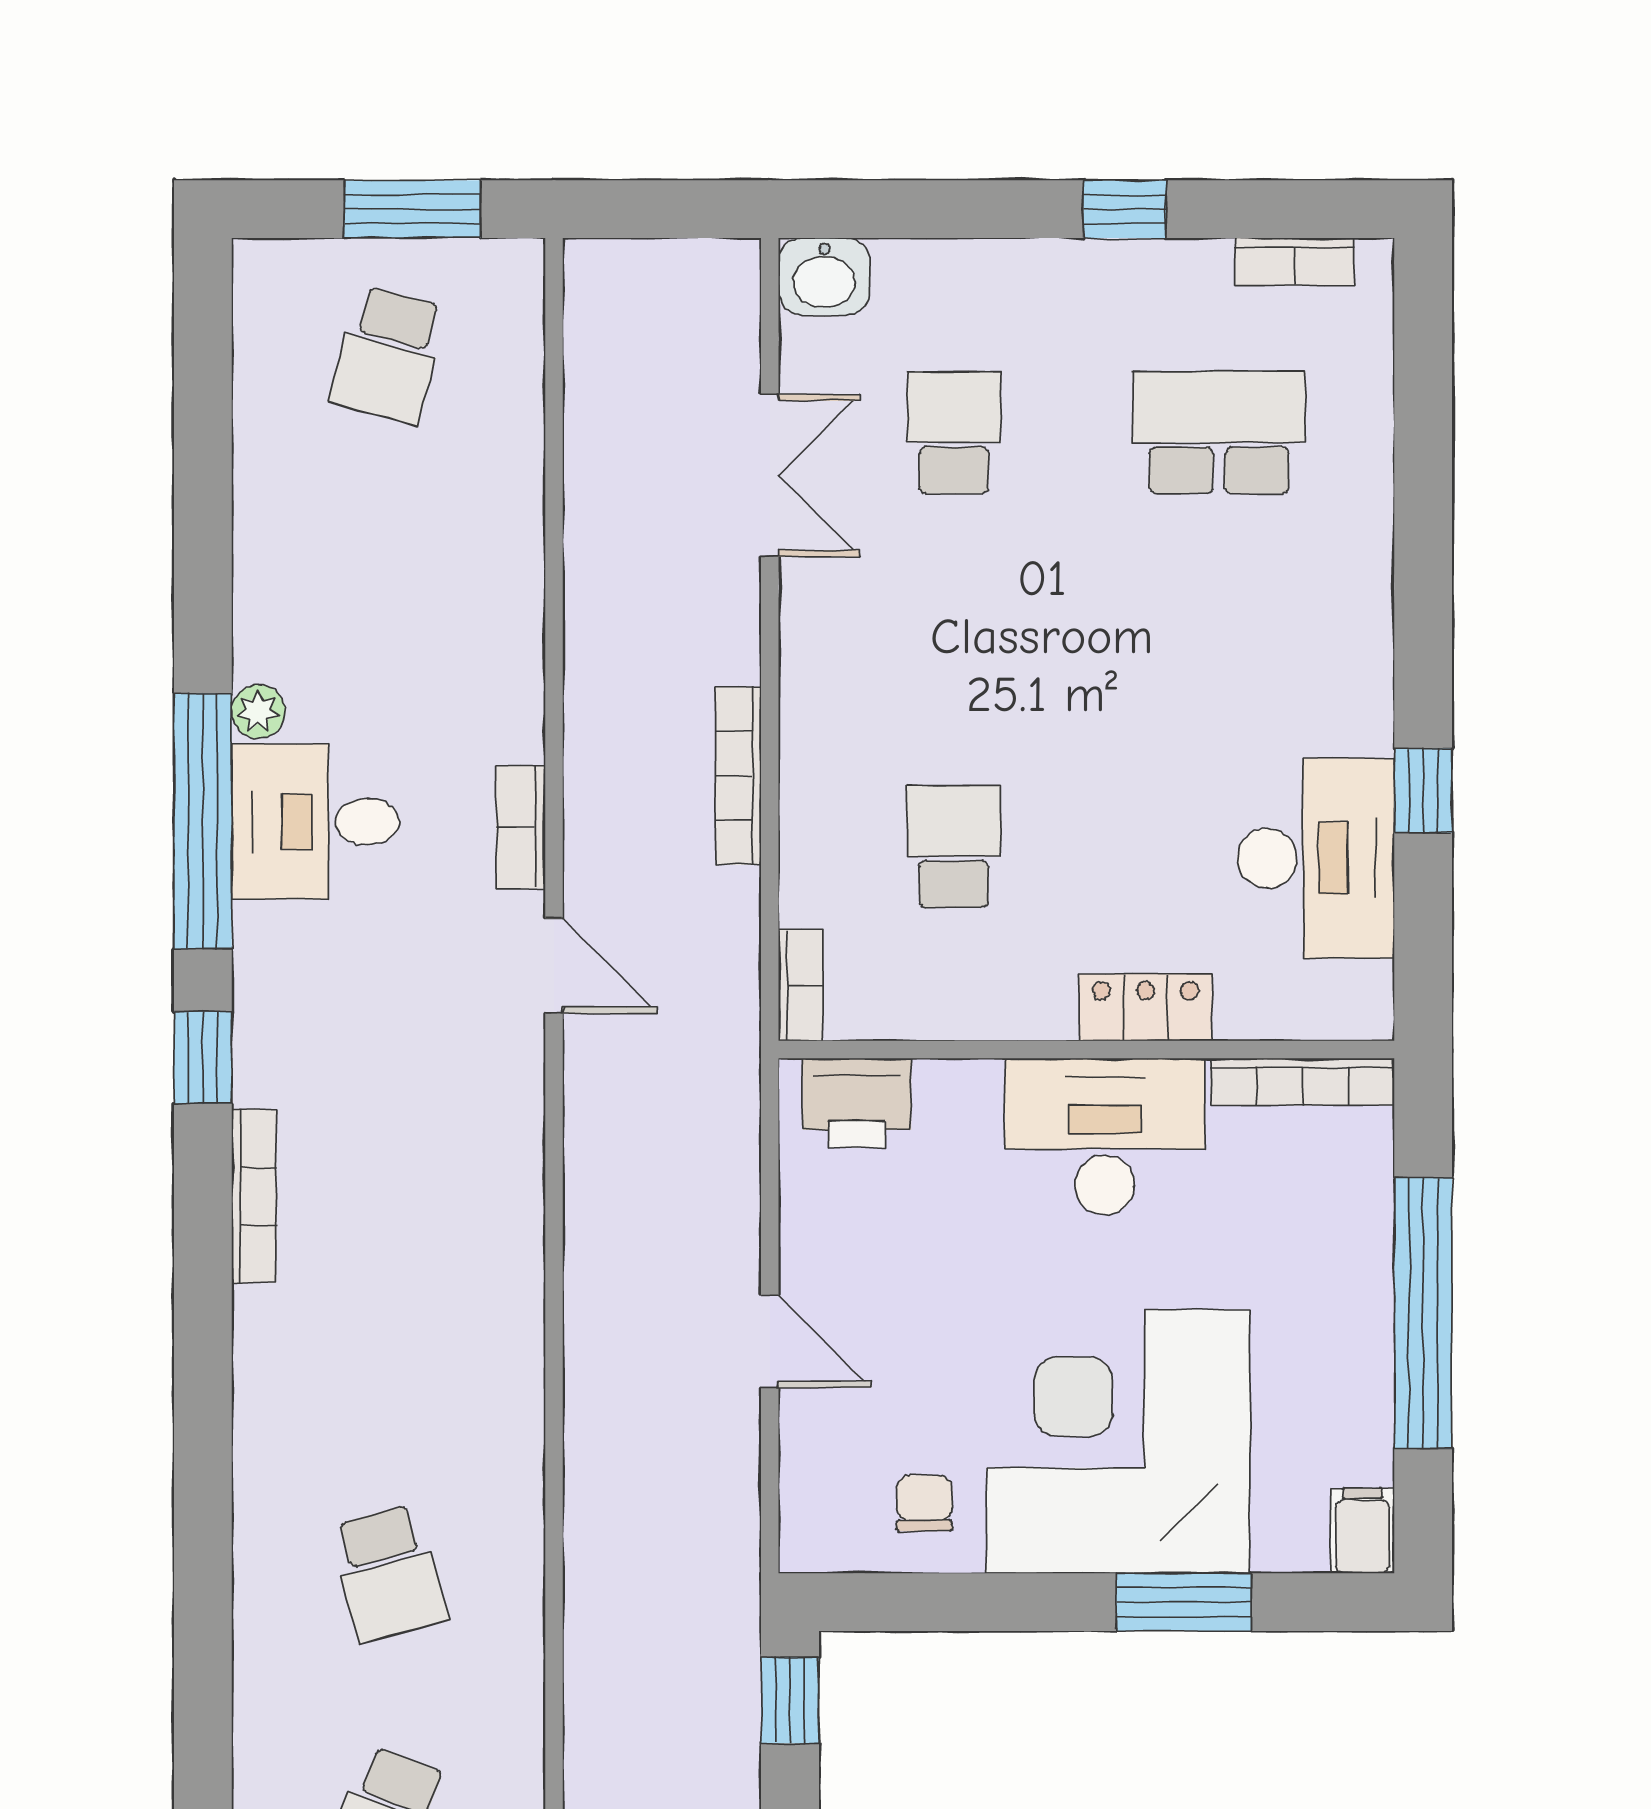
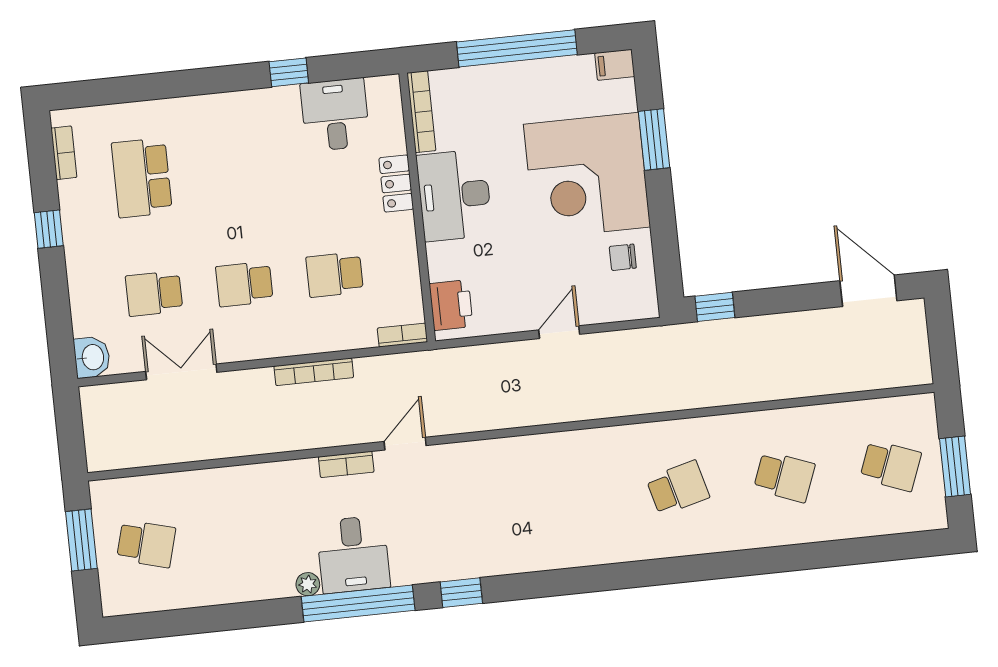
school desk: (954, 639) -> (244, 284), added
desk: (1316, 858) -> (335, 115), width x0.73
bookcase: (254, 1196) -> (519, 564), removed

